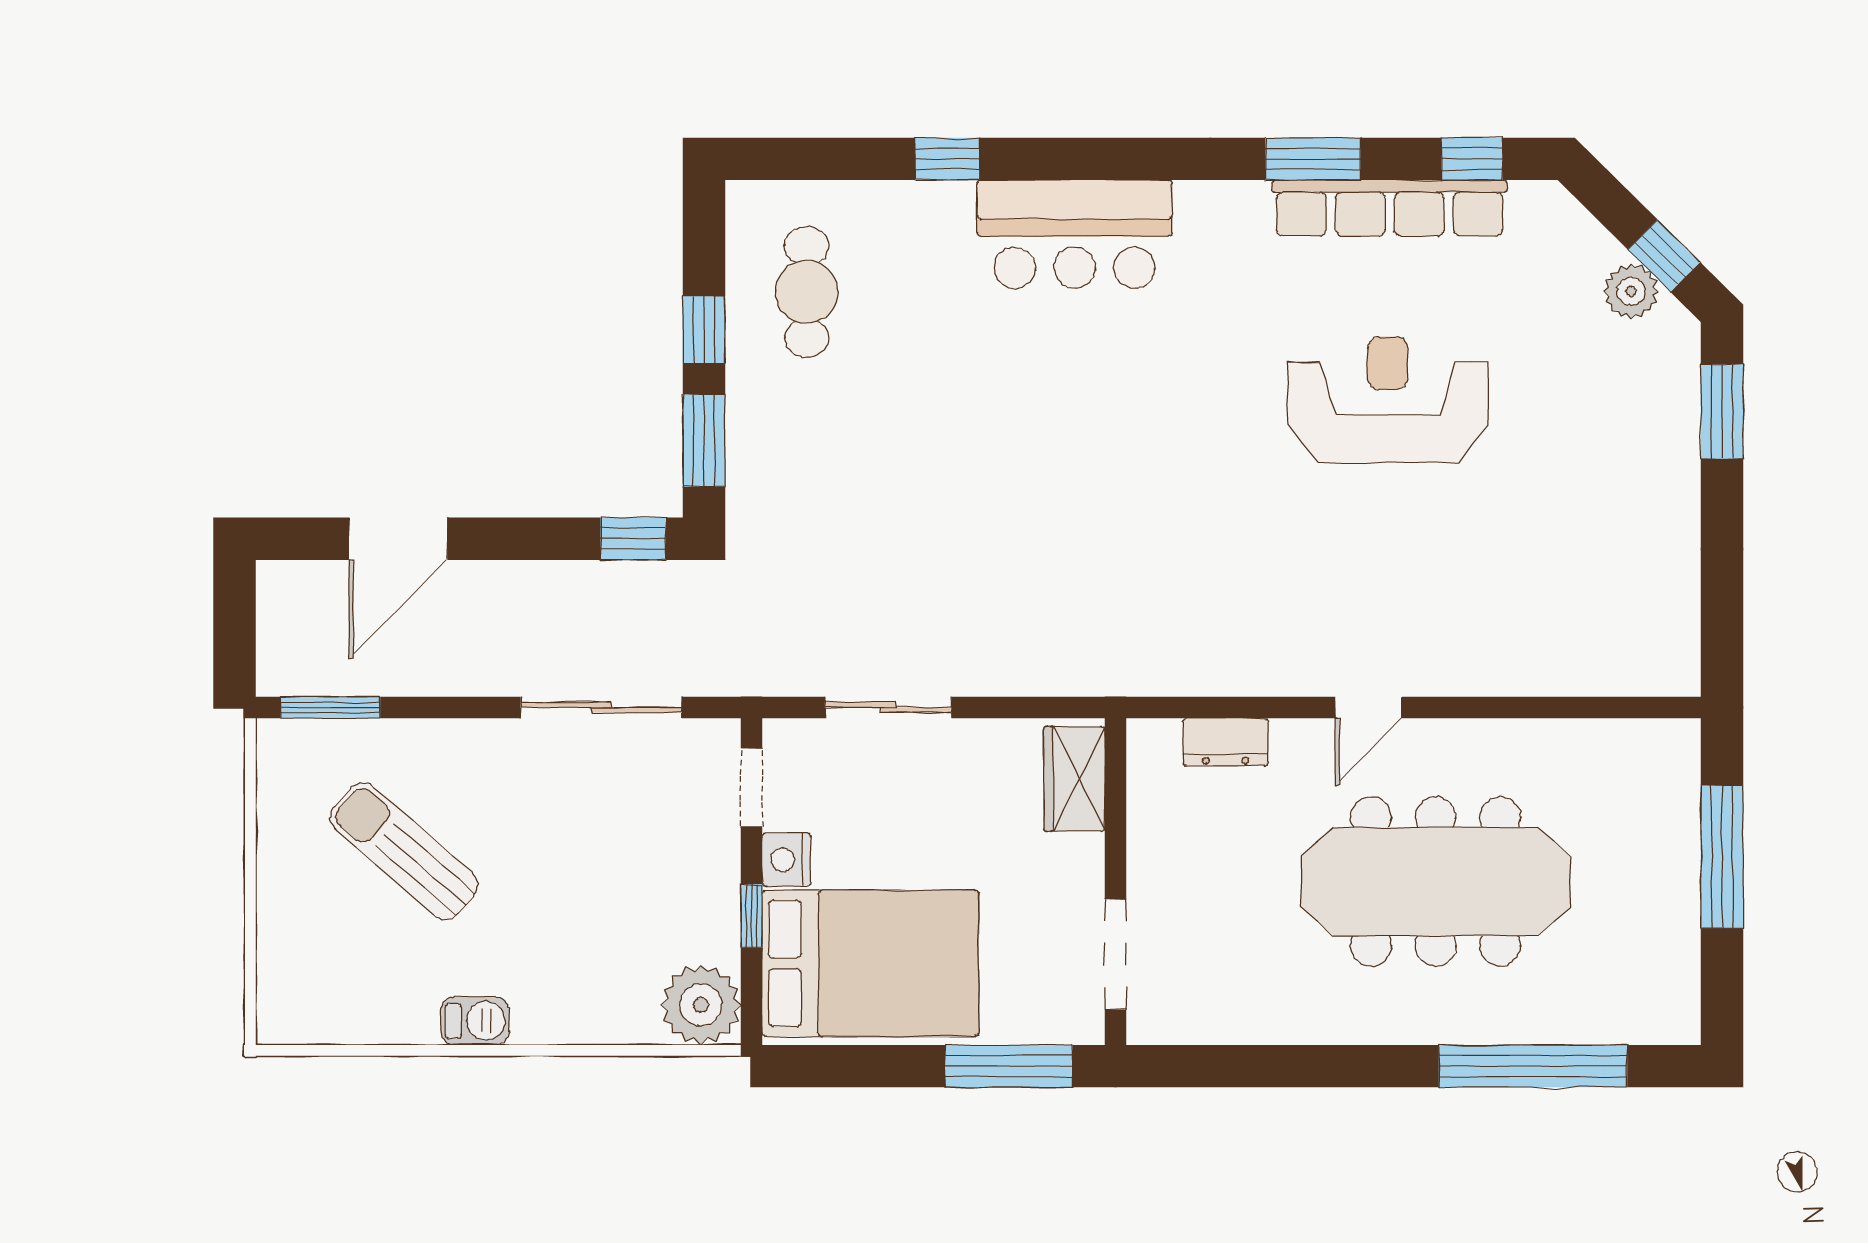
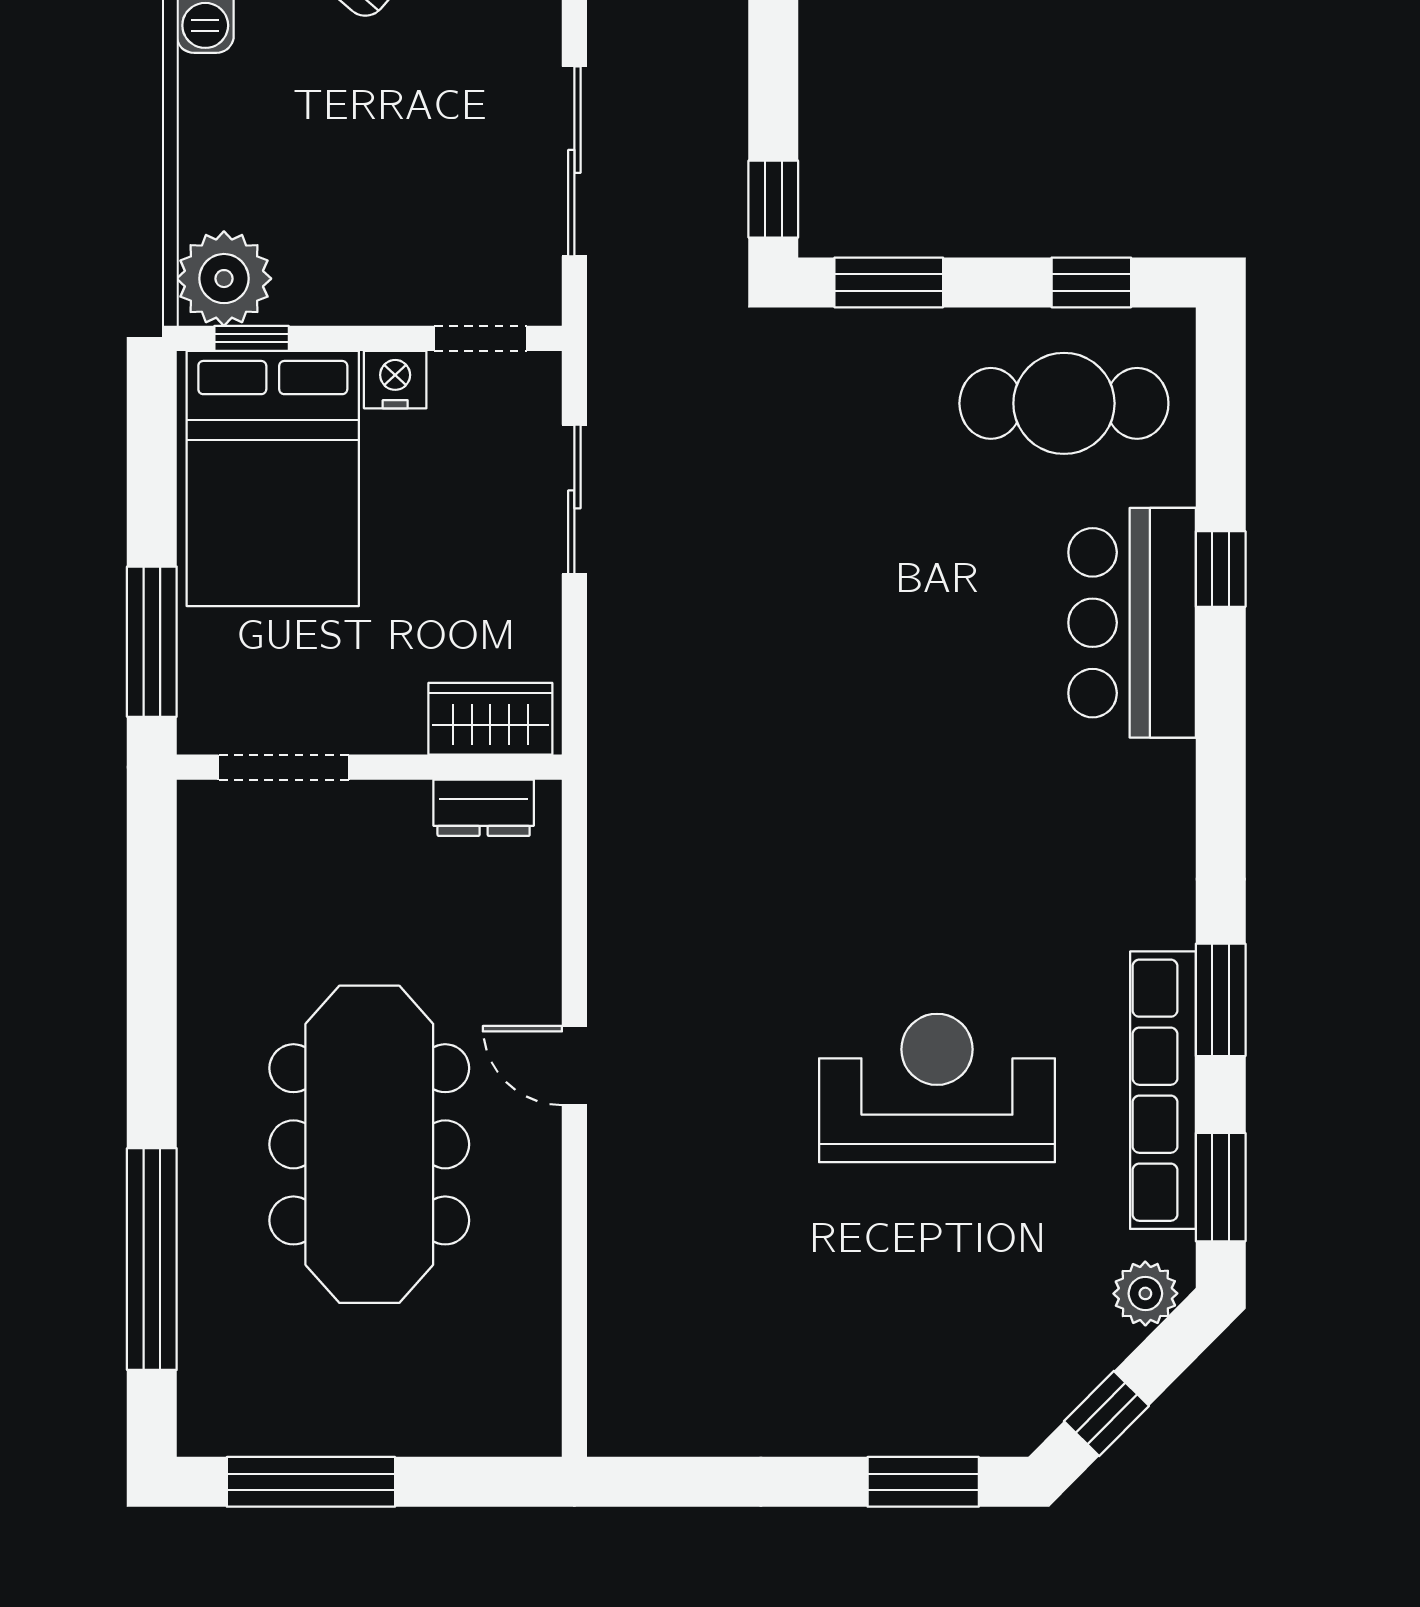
window: (1472, 159) -> (1221, 1187), width x1.50
bar counter: (1075, 234) -> (1132, 623), moved
plant: (1631, 291) -> (1145, 1293), moved
cafe table: (807, 292) -> (1064, 403), width x1.37, depth x1.35
window: (704, 330) -> (1091, 282), moved
reception desk: (1388, 400) -> (937, 1088), turned -90
dresser: (1226, 742) -> (484, 808), moved, turned -90
window: (1722, 857) -> (311, 1482), moved
window: (751, 916) -> (252, 338), moved

